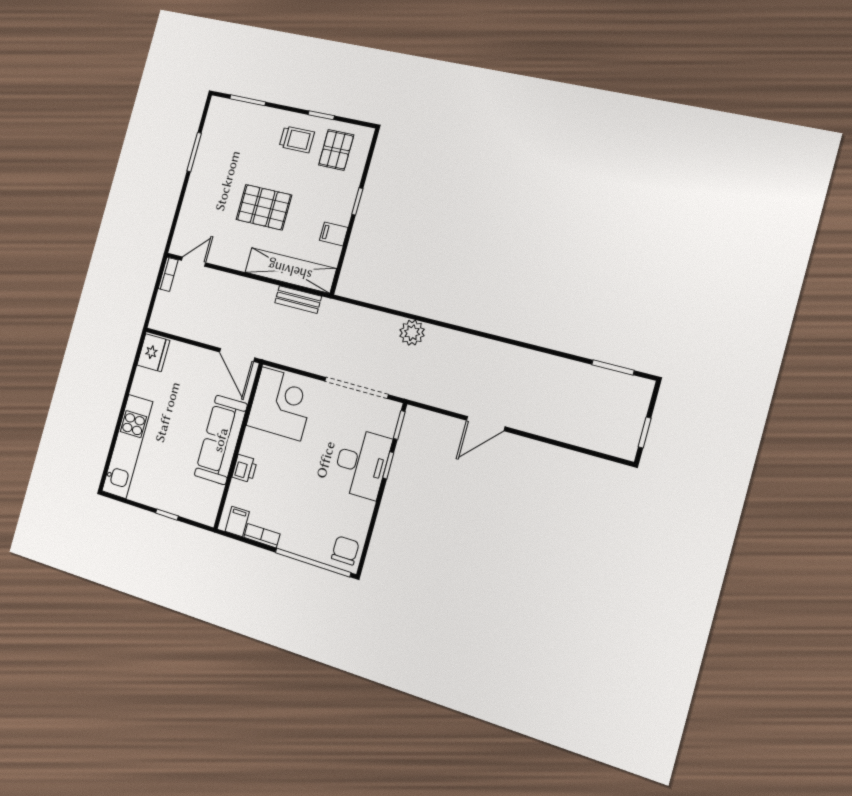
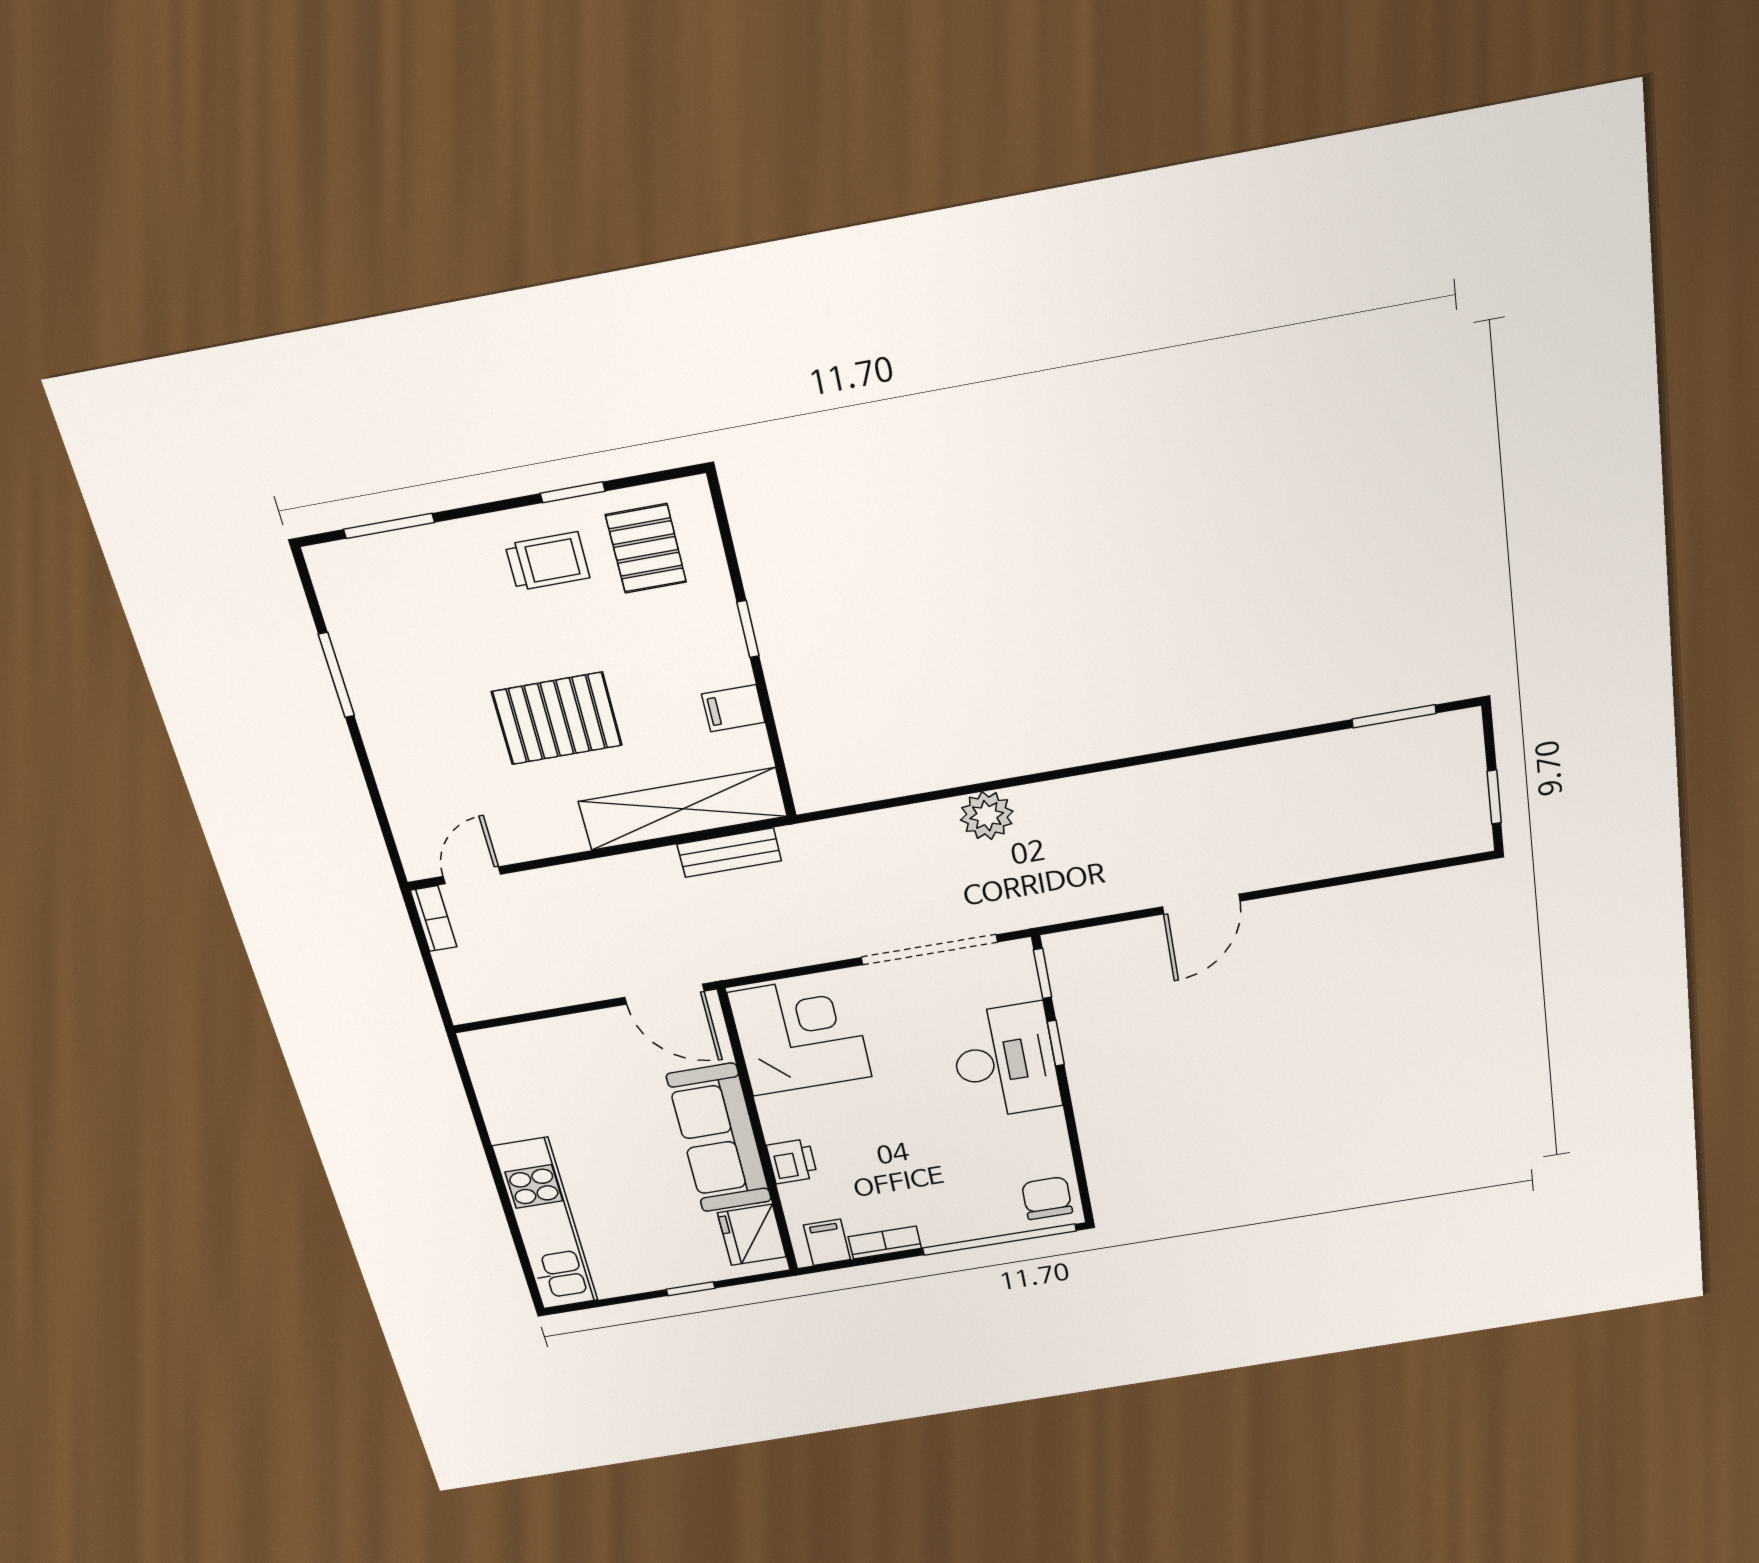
fridge: (153, 353) -> (752, 1235), moved, turned 180

